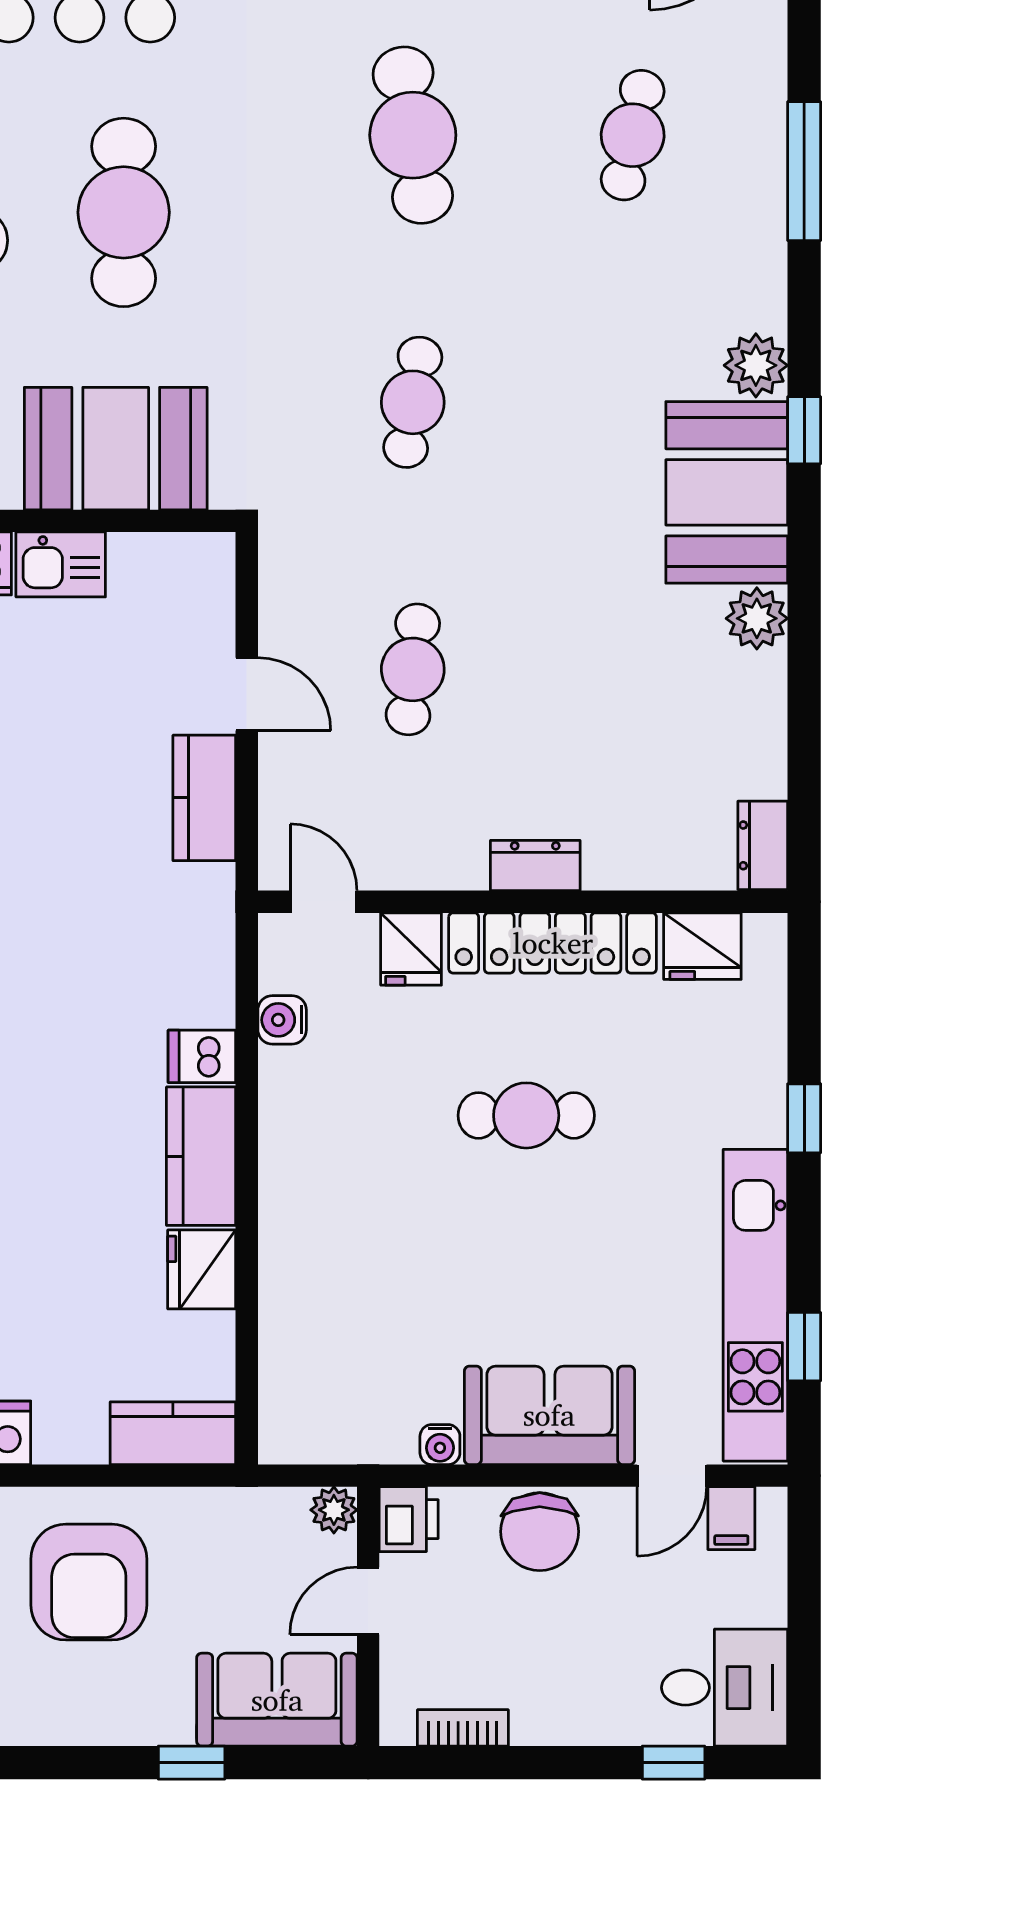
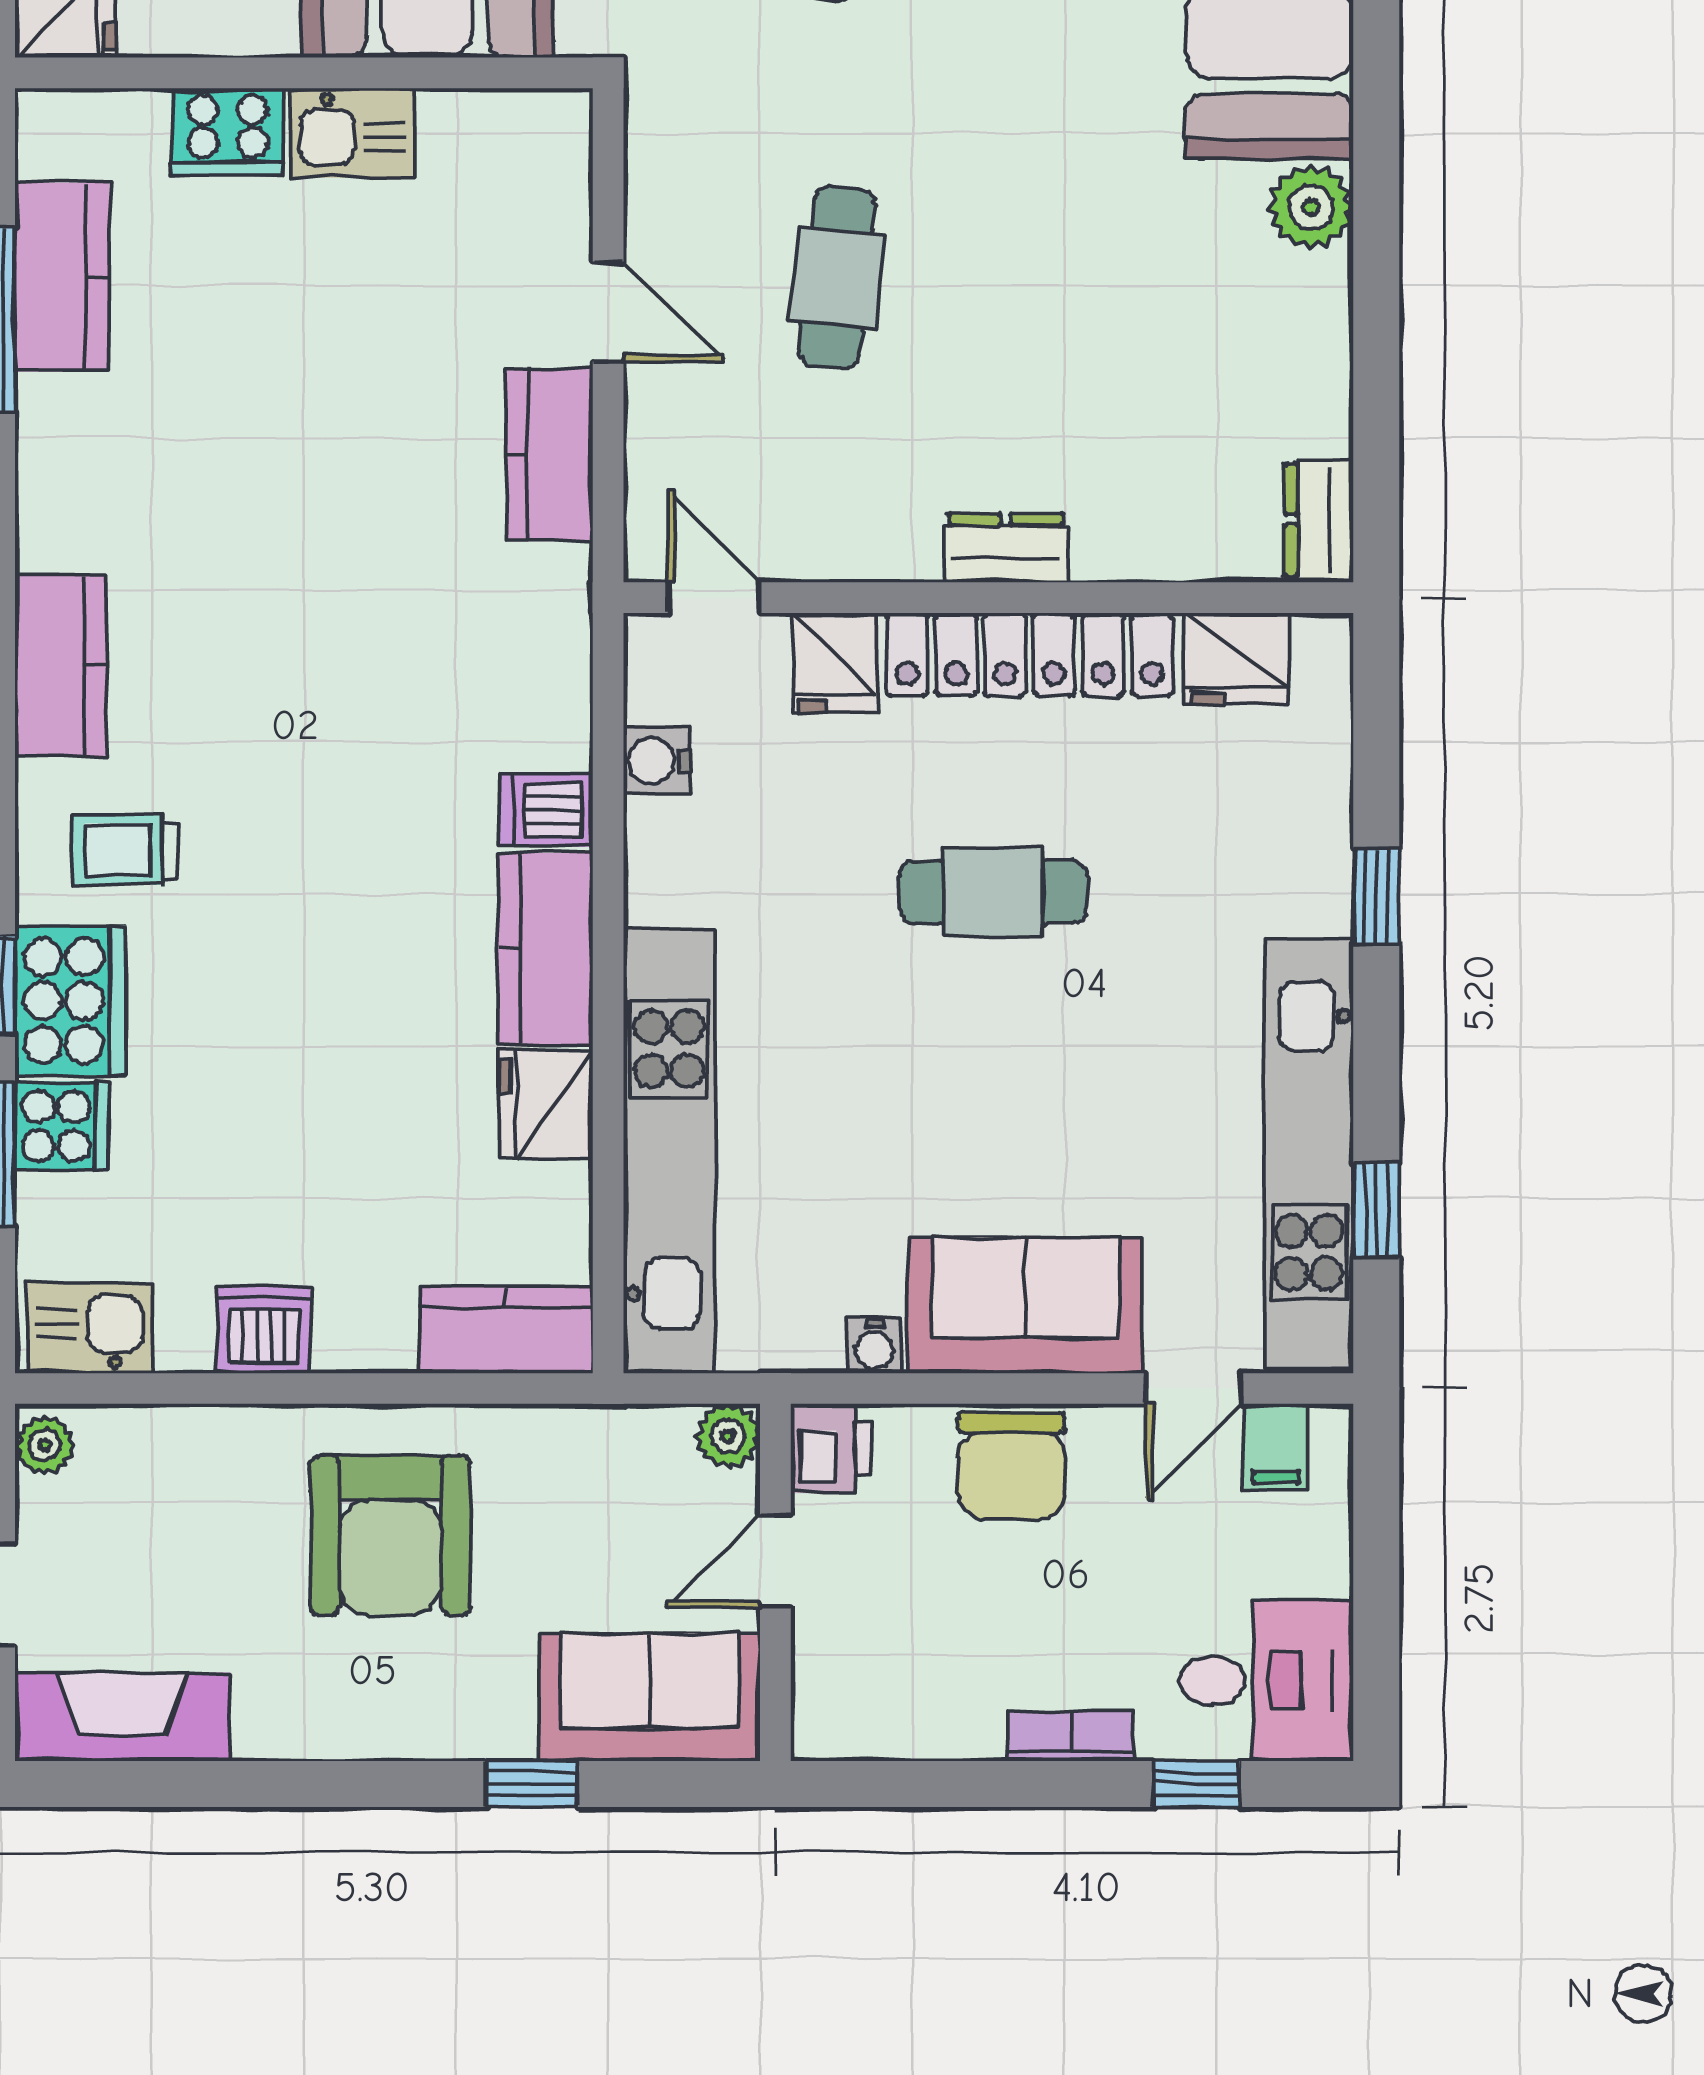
kitchen unit: (291, 1303) -> (669, 1151), added
bookcase: (463, 1728) -> (1071, 1736), moved

